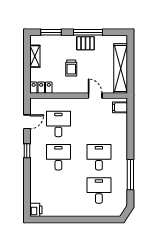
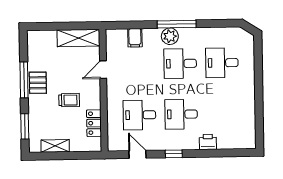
shelving: (121, 68) -> (78, 38), width x0.68
locker: (41, 88) -> (94, 123), moved
filing cabinet: (120, 107) -> (135, 38), moved
plant: (121, 149) -> (170, 36), added
window: (130, 175) -> (177, 24), moved
printer: (36, 210) -> (208, 142), moved

